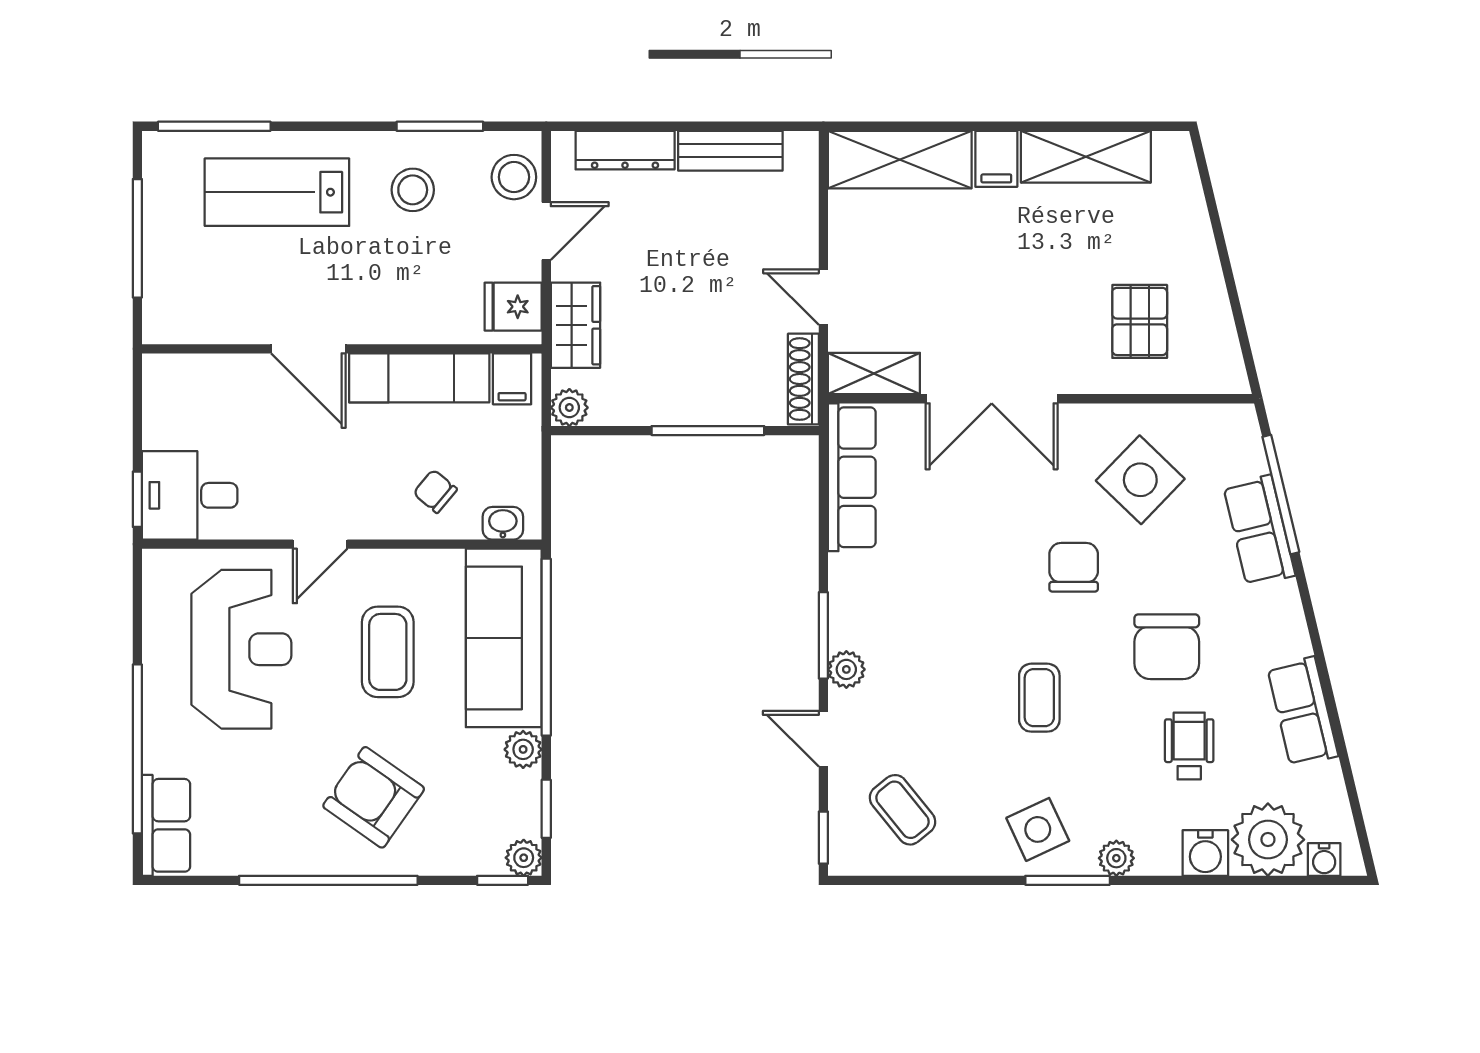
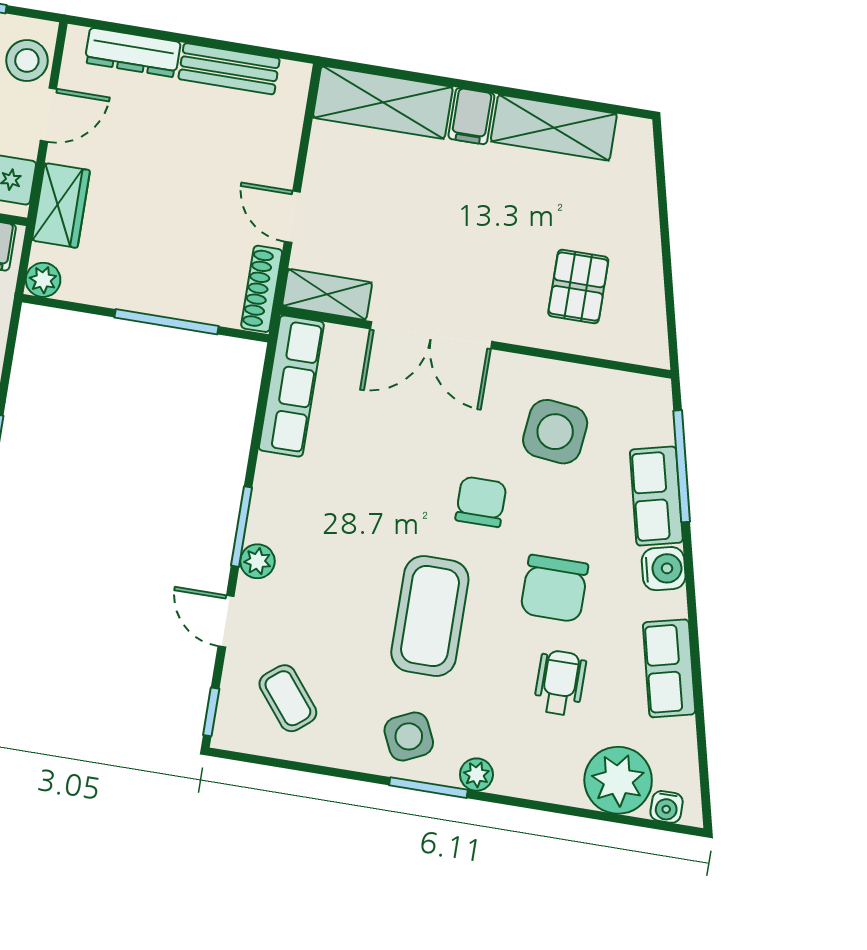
side table: (1140, 480) -> (555, 432), turned -38
coffee table: (1039, 698) -> (430, 616), width x1.86, depth x1.72
water cooler: (1205, 853) -> (664, 569), moved, turned -103

